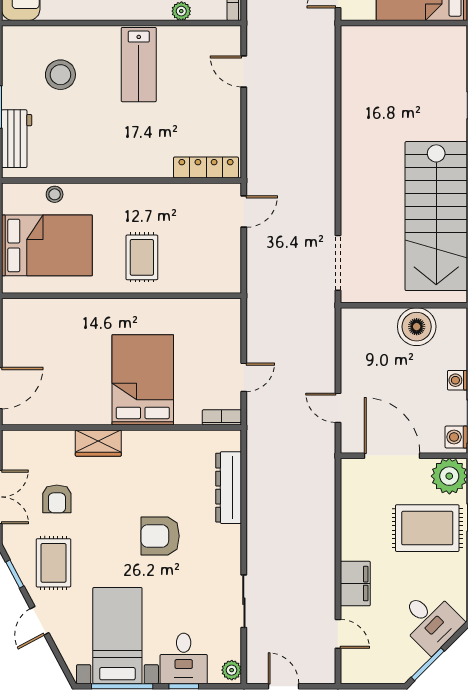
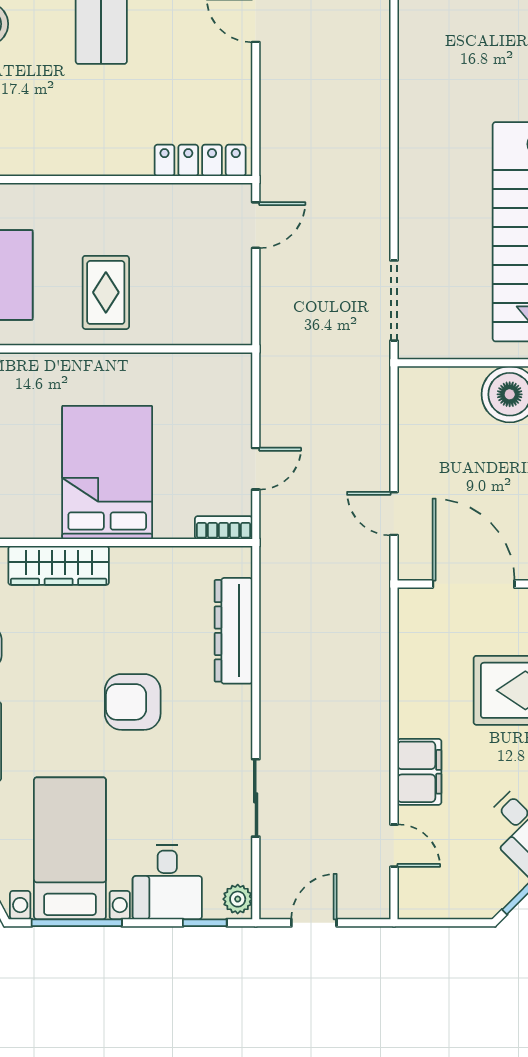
wardrobe: (98, 443) -> (59, 565), width x1.50
window: (184, 686) -> (205, 923), moved
door: (283, 686) -> (314, 923), hinge flipped

